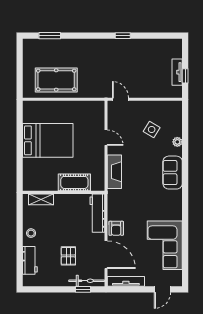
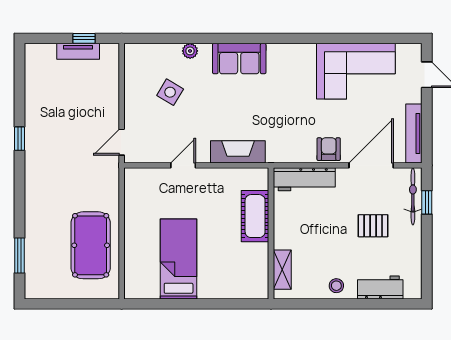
bed: (48, 140) -> (179, 259), width x0.67
armchair: (116, 228) -> (329, 149), turned -90

